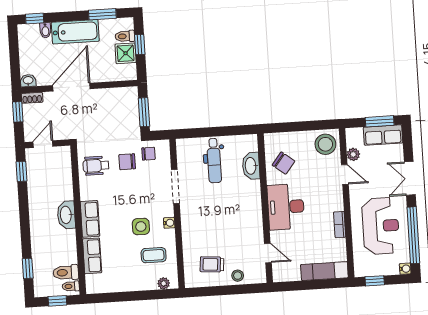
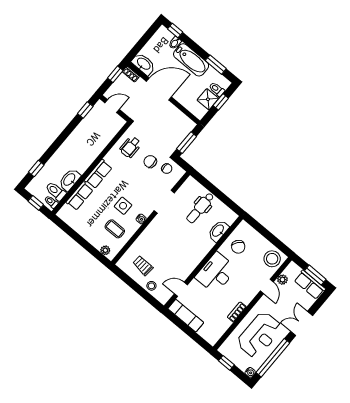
washbasin: (28, 81) -> (143, 64), width x1.91, depth x1.45
wheelchair: (96, 166) -> (130, 147), turned -90
washbasin: (66, 215) -> (70, 180), moved
door: (268, 253) -> (181, 289), swing flipped
exam couch: (324, 271) -> (186, 316), moved

